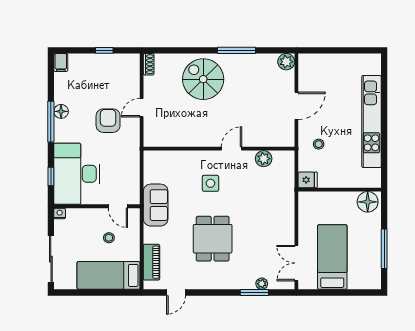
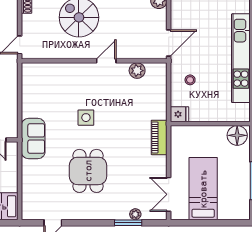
wall: (219, 149) -> (94, 61), moved
door: (232, 149) -> (106, 61), moved
plant: (264, 159) -> (137, 71), moved
piano: (152, 262) -> (159, 137), moved, turned 180

